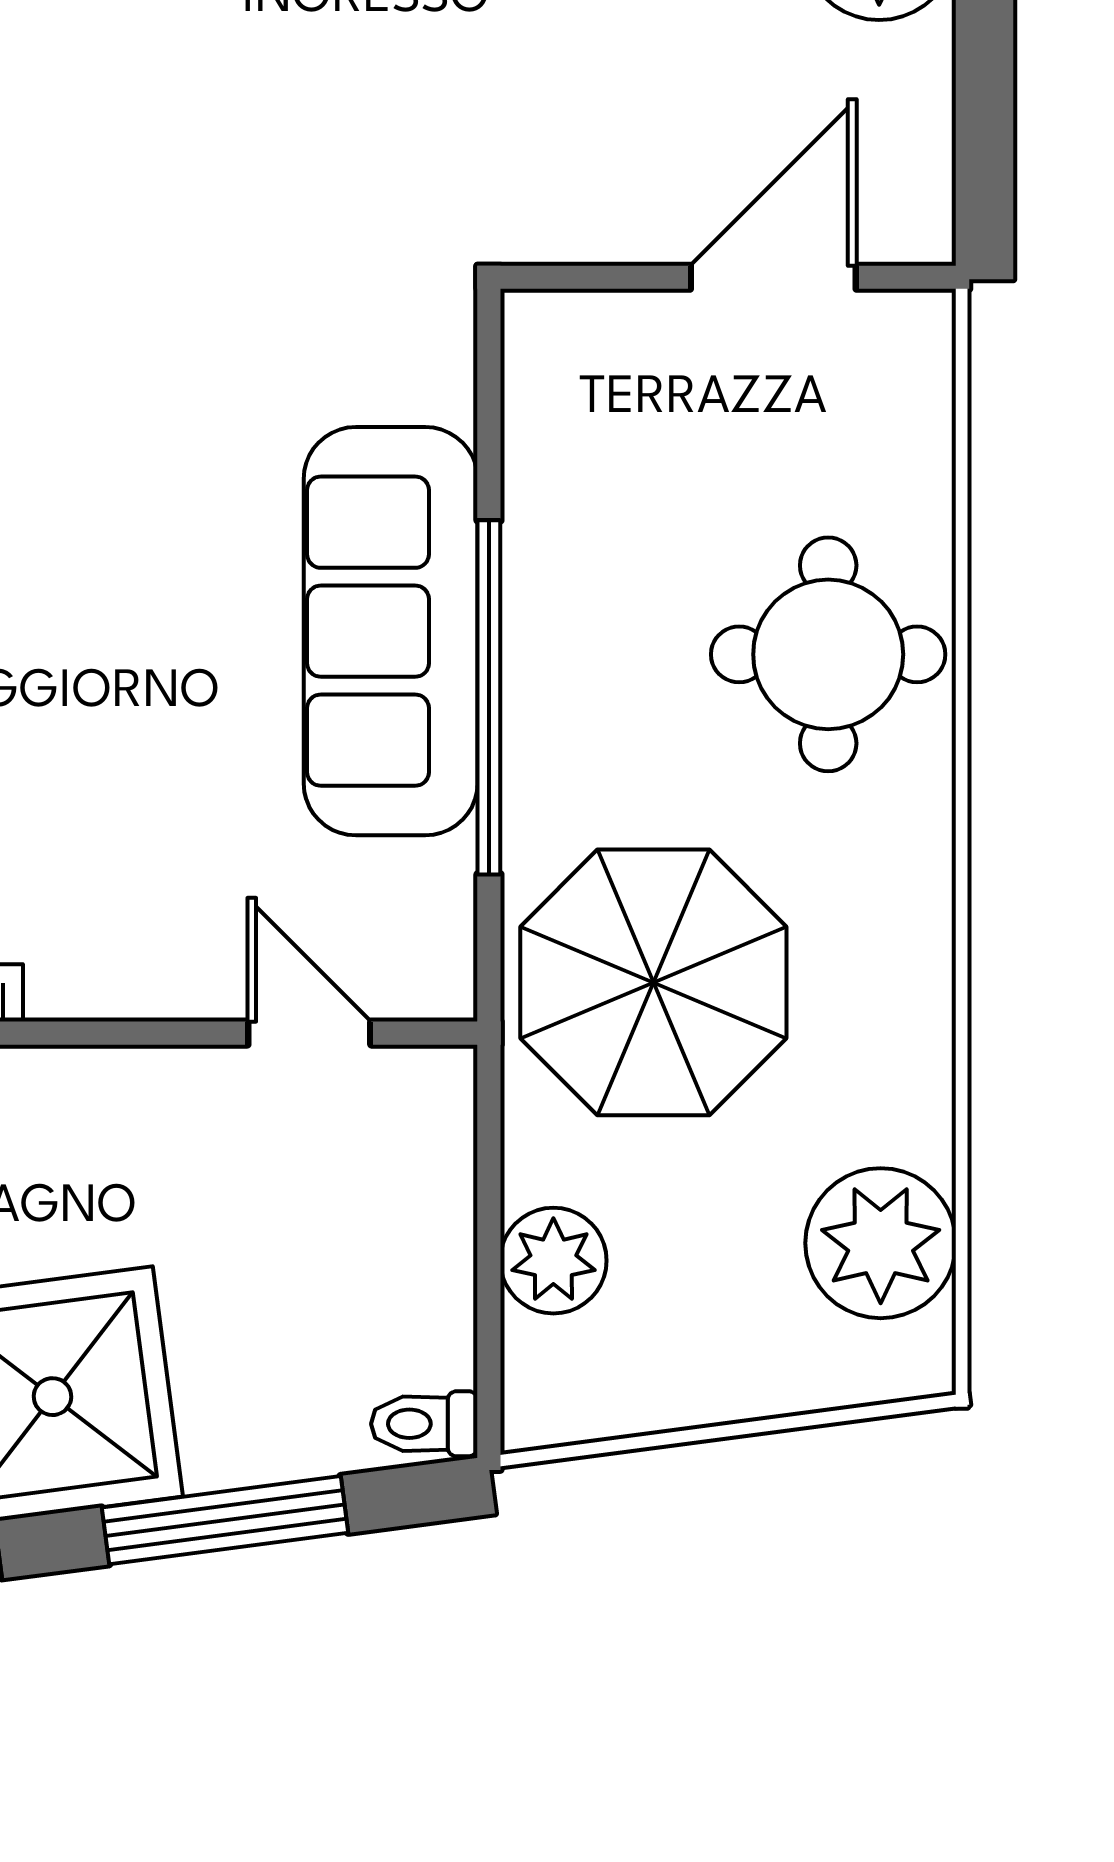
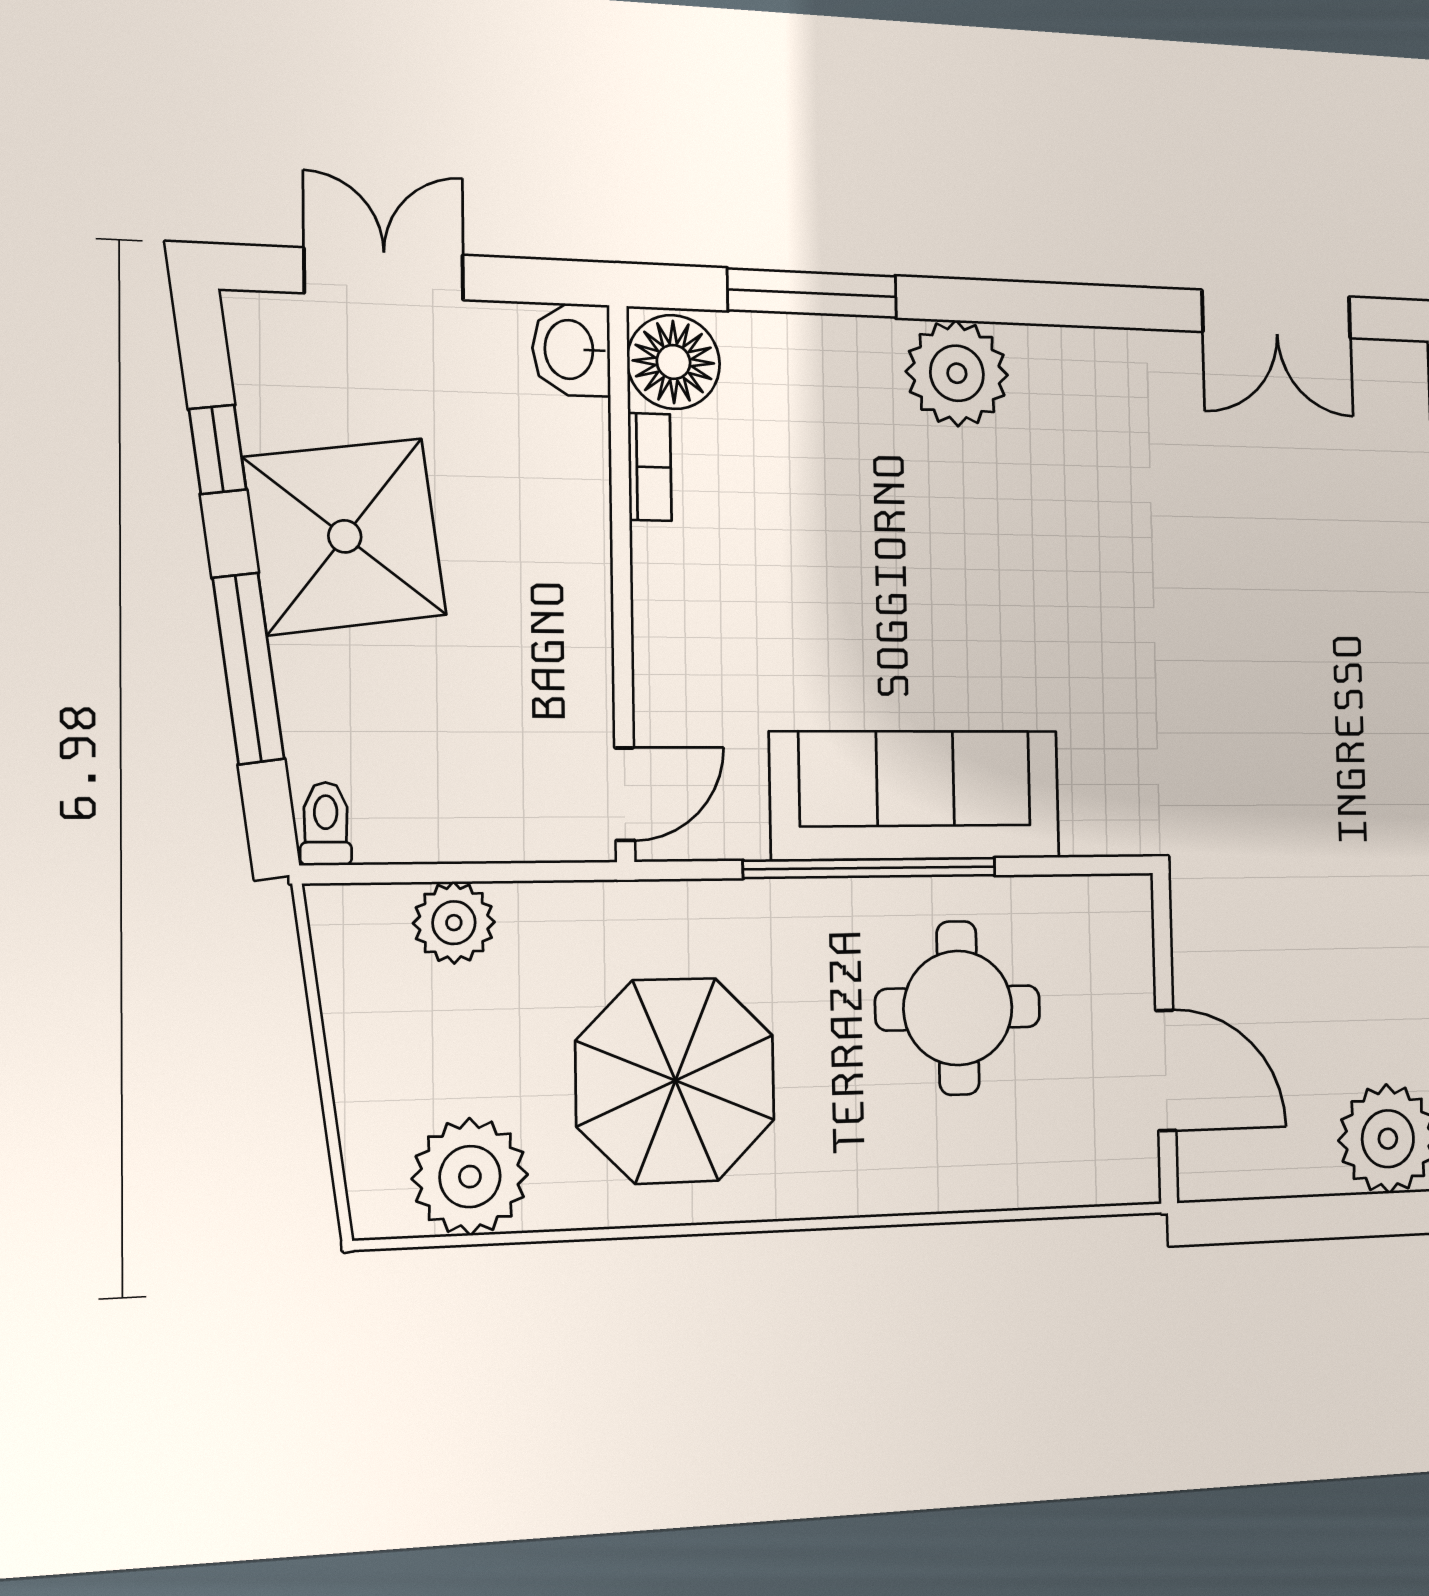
round table: (828, 654) -> (958, 1008), moved
parasol: (653, 982) -> (675, 1081), moved
door: (309, 1033) -> (625, 794), moved

